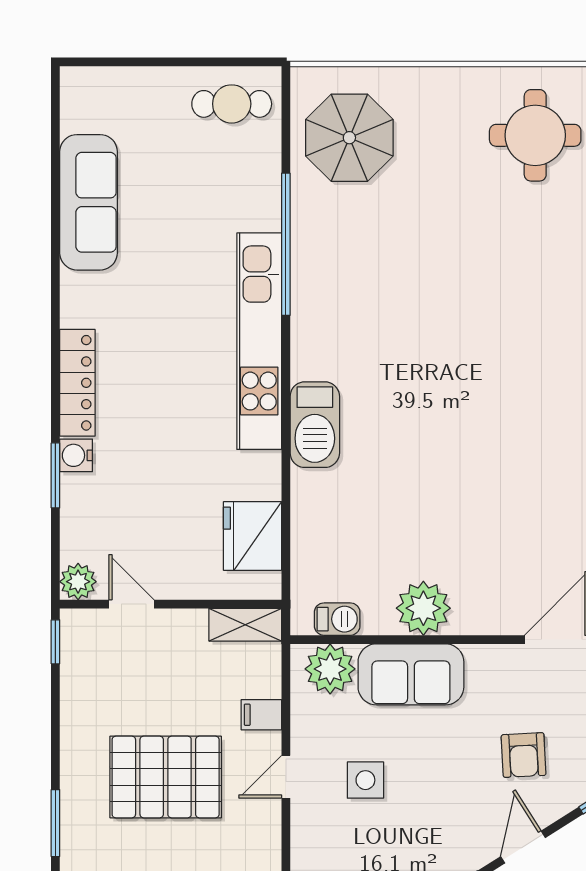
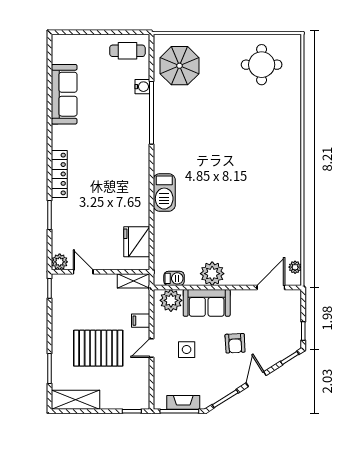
kitchen unit: (259, 341) -> (140, 156), removed
water cooler: (76, 455) -> (142, 87), moved, turned 180
armchair: (524, 755) -> (235, 343), moved

